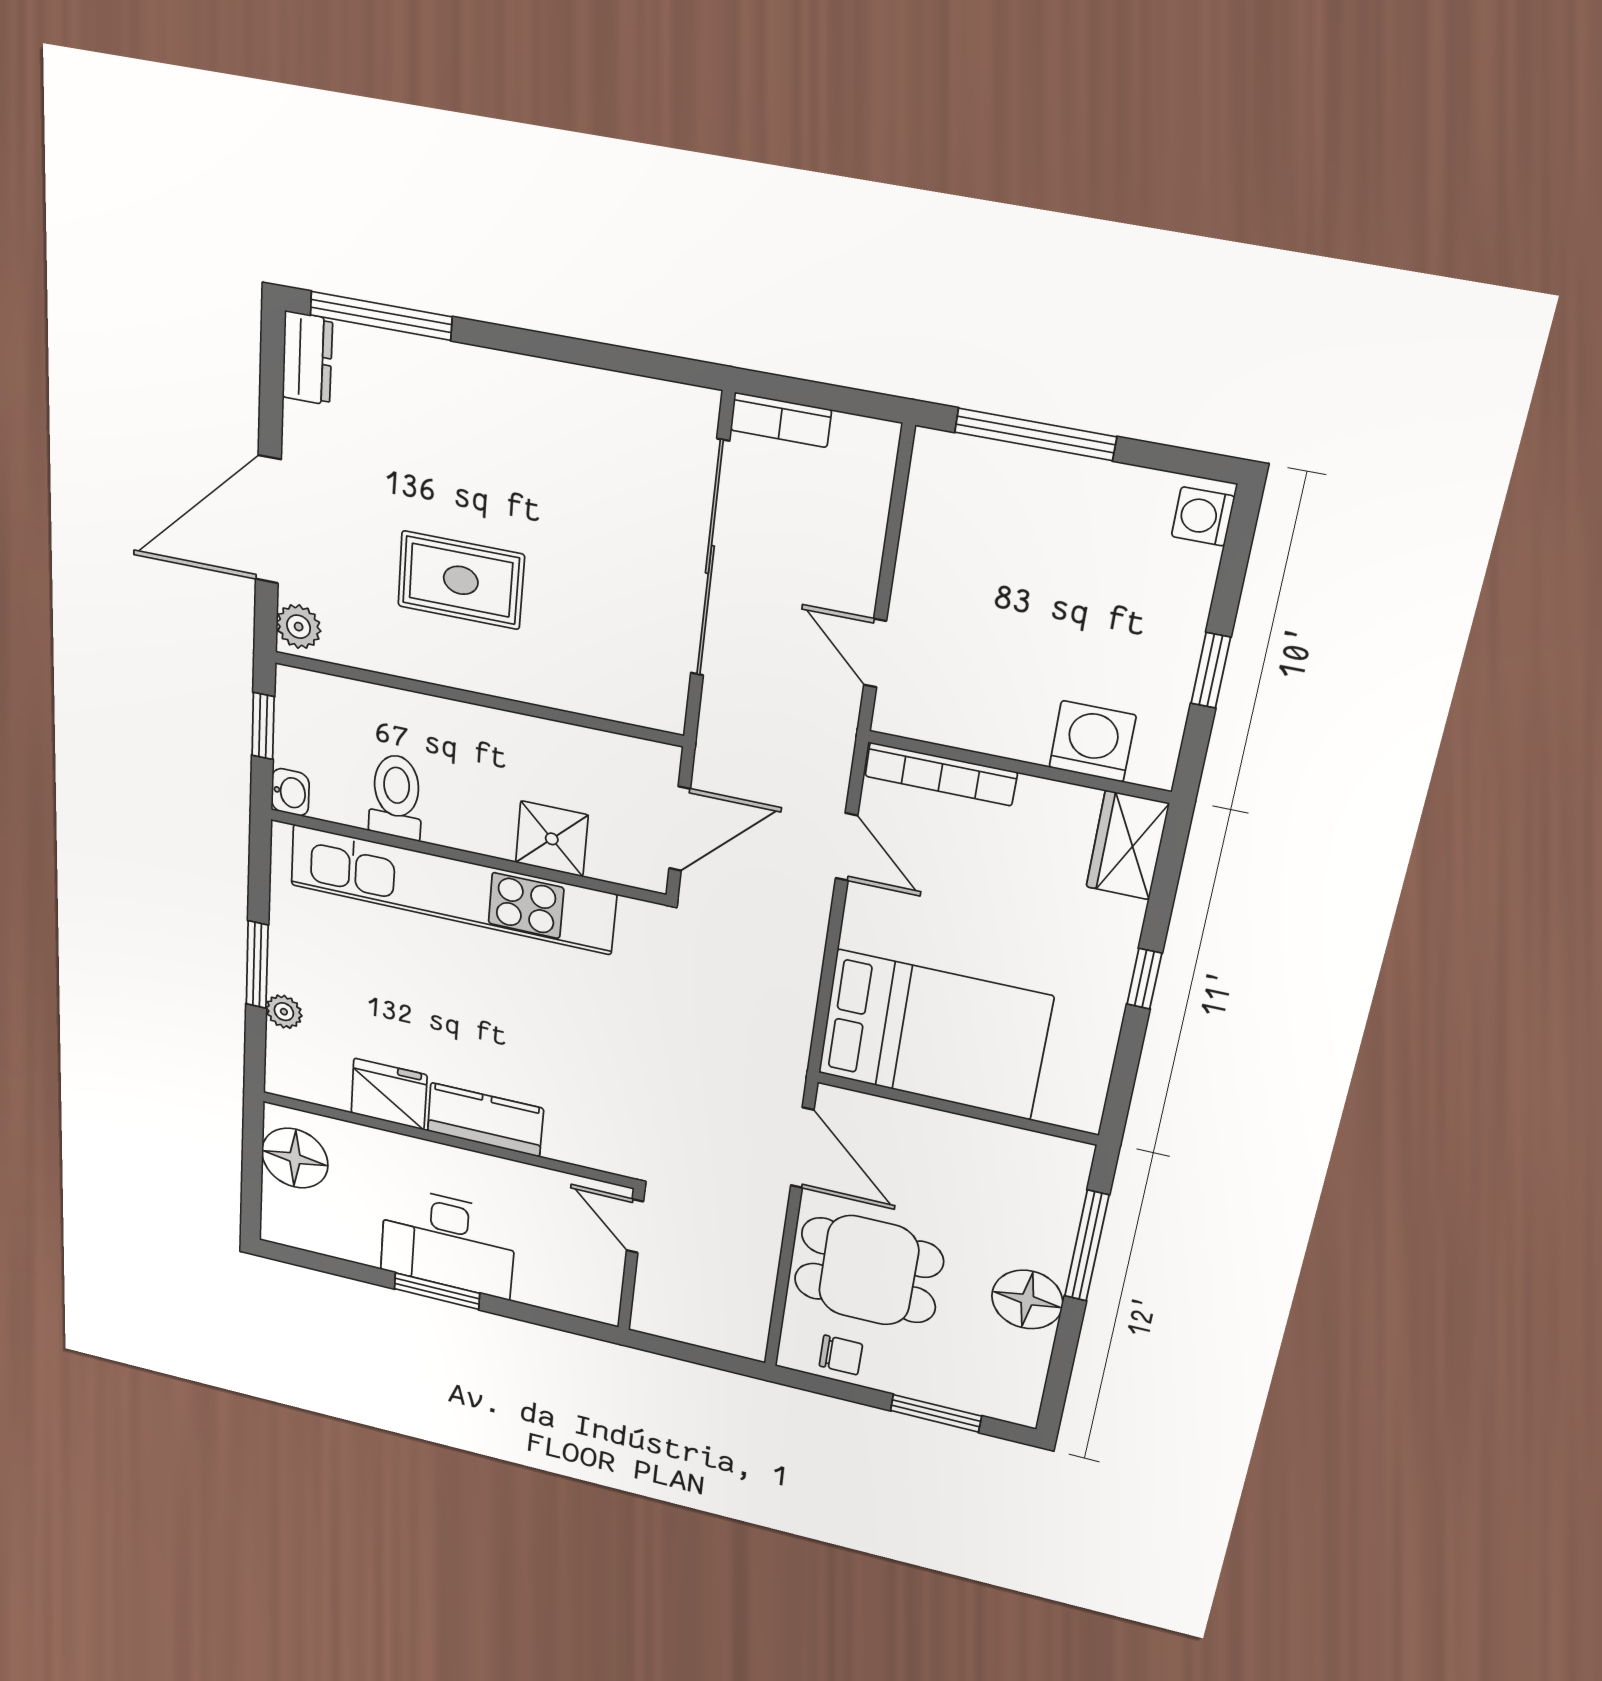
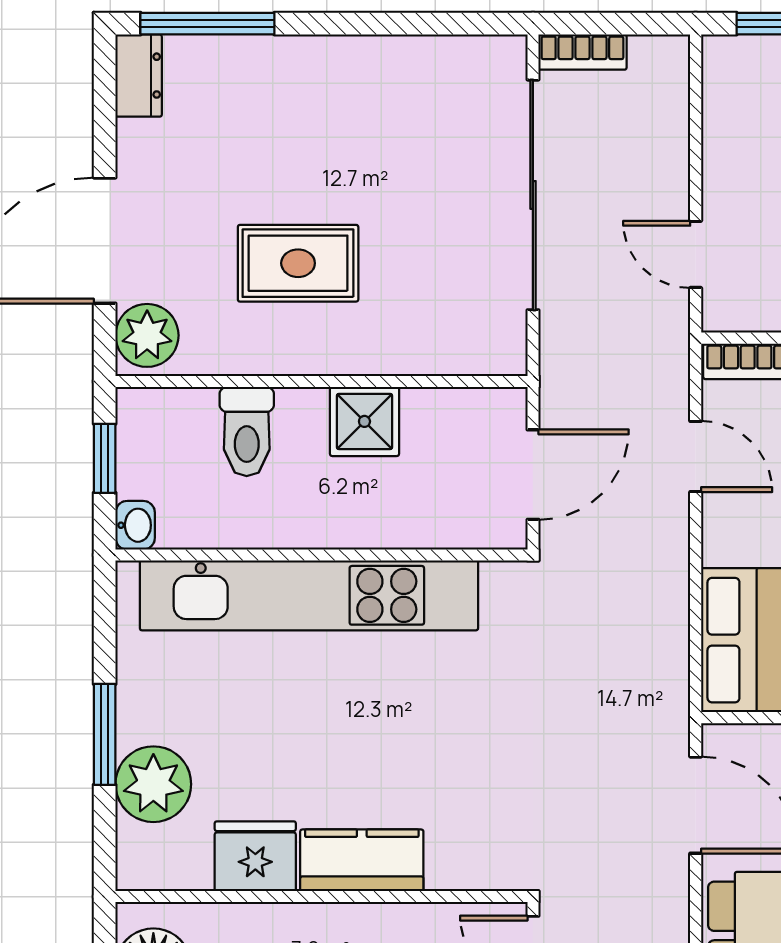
plant: (299, 627) -> (147, 335), width x1.38, depth x1.38
toilet: (396, 796) -> (247, 432), moved, turned 180
shower: (552, 839) -> (364, 421), moved
plant: (284, 1012) -> (153, 784), width x1.87, depth x1.87

